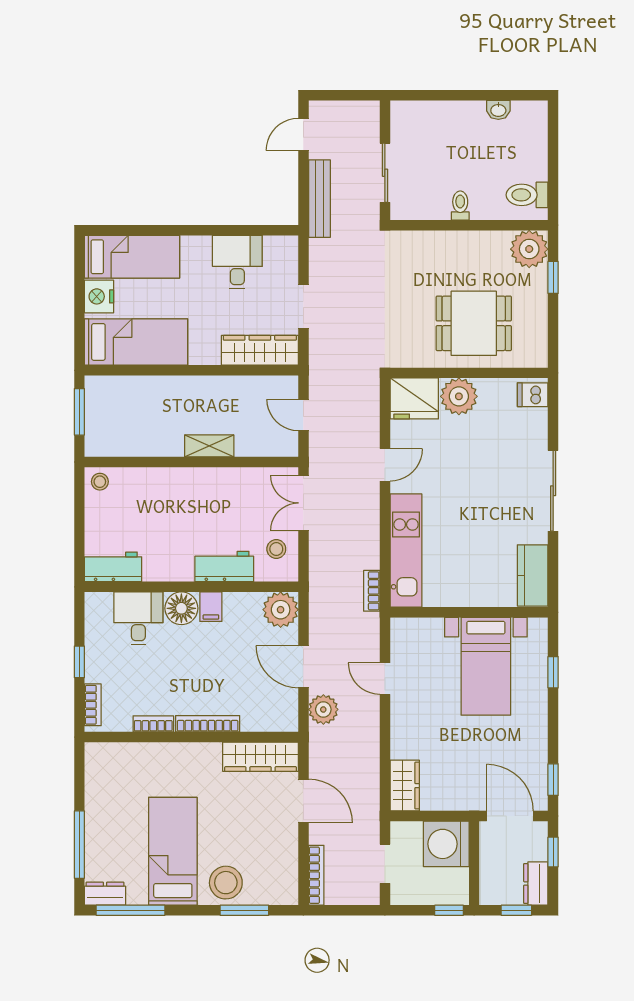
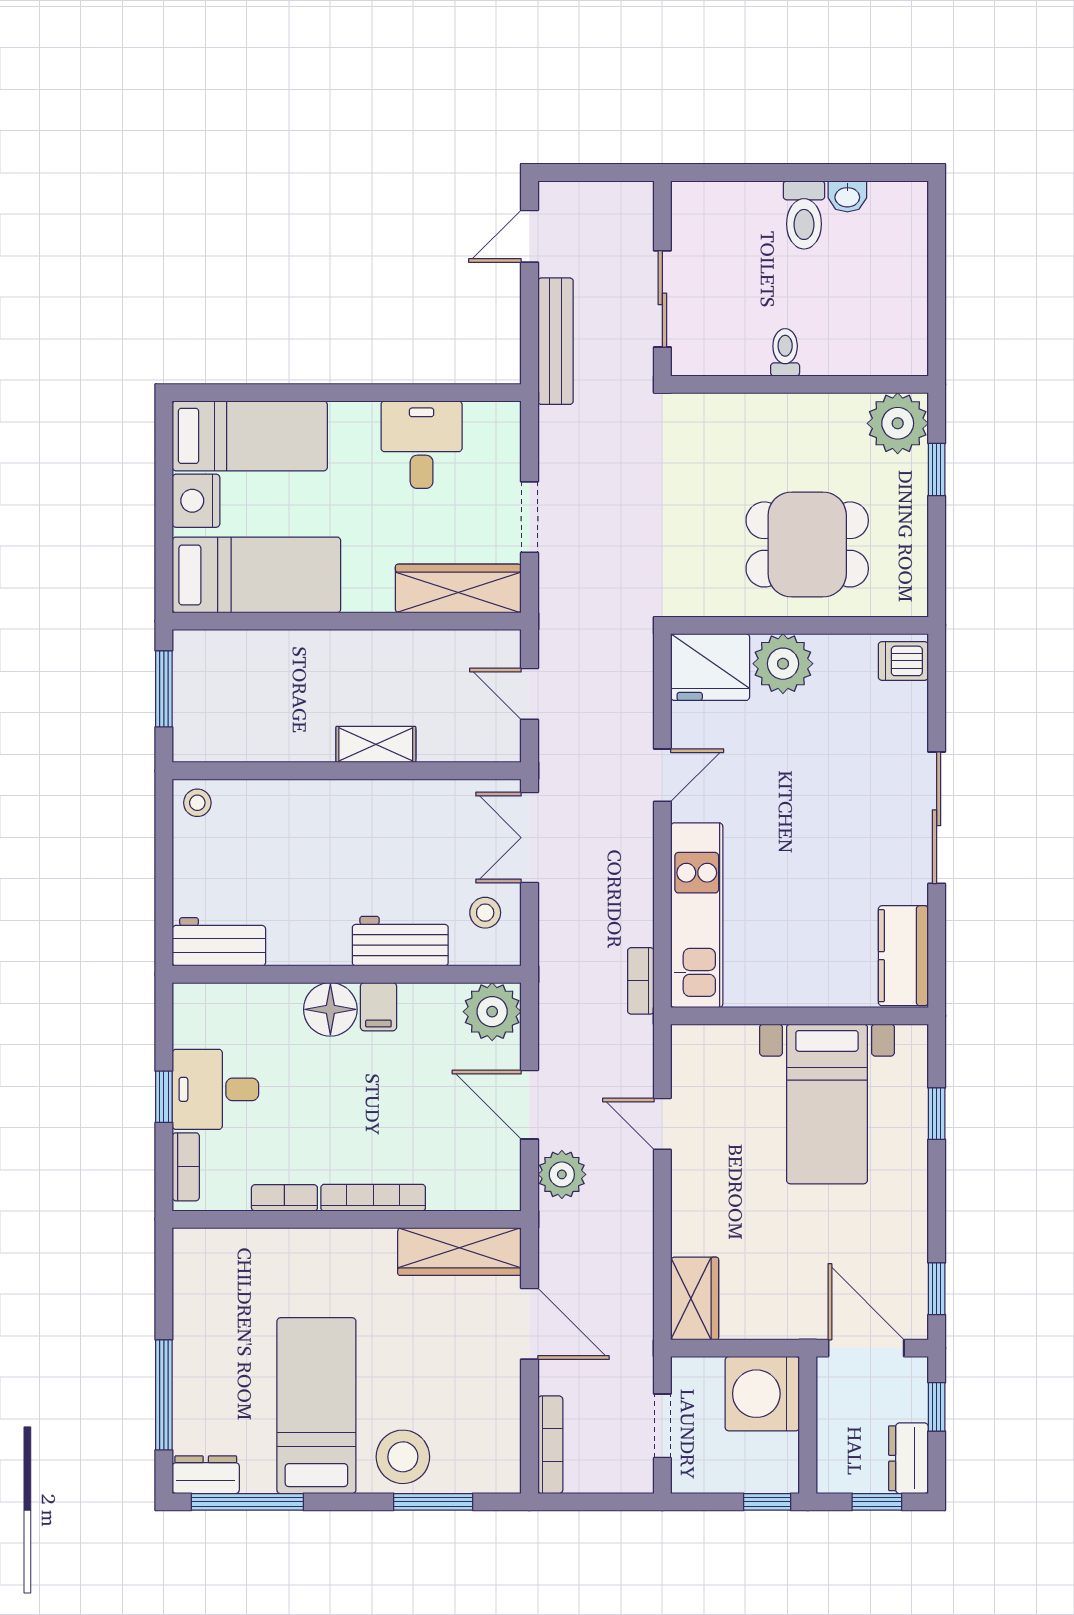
toilet: (527, 195) -> (804, 215), moved, turned -90
desk: (138, 618) -> (215, 1089), moved, turned -90

